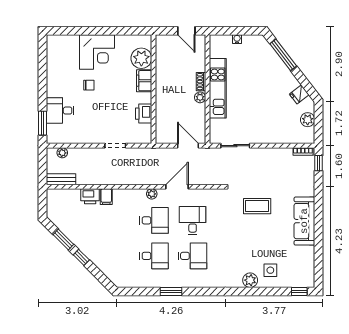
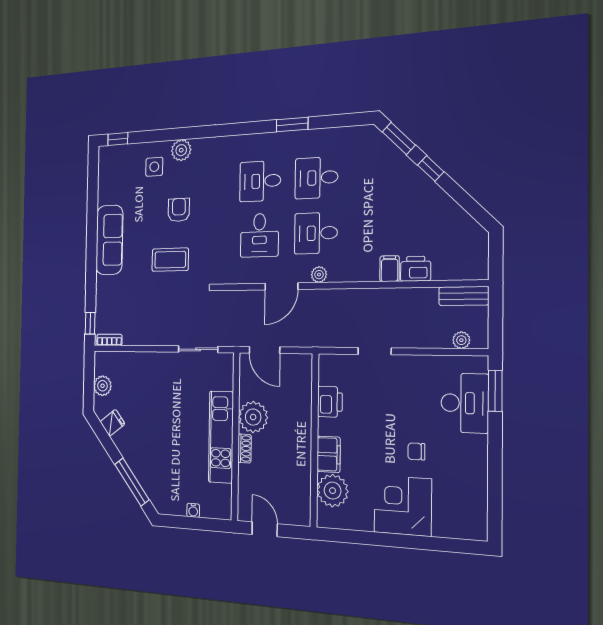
plant: (200, 97) -> (253, 417), width x1.87, depth x1.87
desk: (60, 111) -> (465, 403), width x1.37
window: (63, 239) -> (399, 138), moved
armchair: (251, 240) -> (179, 210), added

